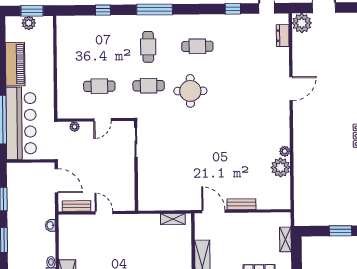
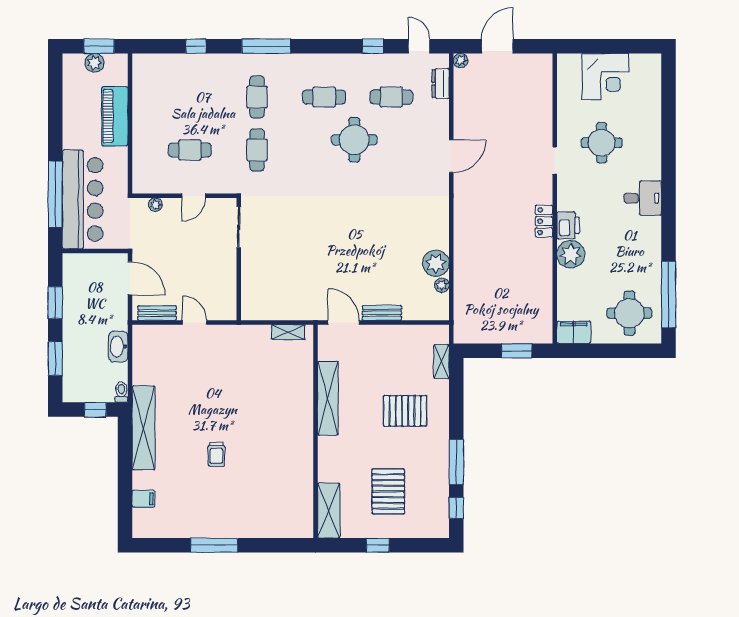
plant: (302, 23) -> (461, 61), width x0.53, depth x0.53
cafe table: (247, 46) -> (391, 97), added
piano: (15, 64) -> (115, 116), moved, turned 180
cafe table: (149, 86) -> (257, 150), turned 90
round table: (190, 91) -> (354, 140), moved
plant: (285, 151) -> (442, 285), moved
washbasin: (50, 225) -> (118, 347), width x1.91, depth x1.45

